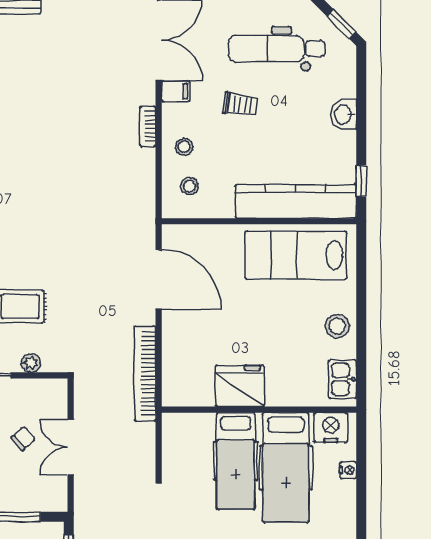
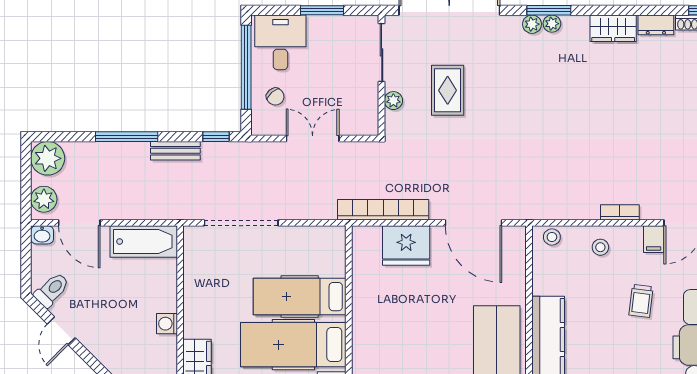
stool: (190, 186) -> (552, 237), moved
door: (159, 279) -> (473, 223), hinge flipped
fridge: (240, 386) -> (406, 246), moved, turned 90
chair: (23, 438) -> (275, 97), moved

